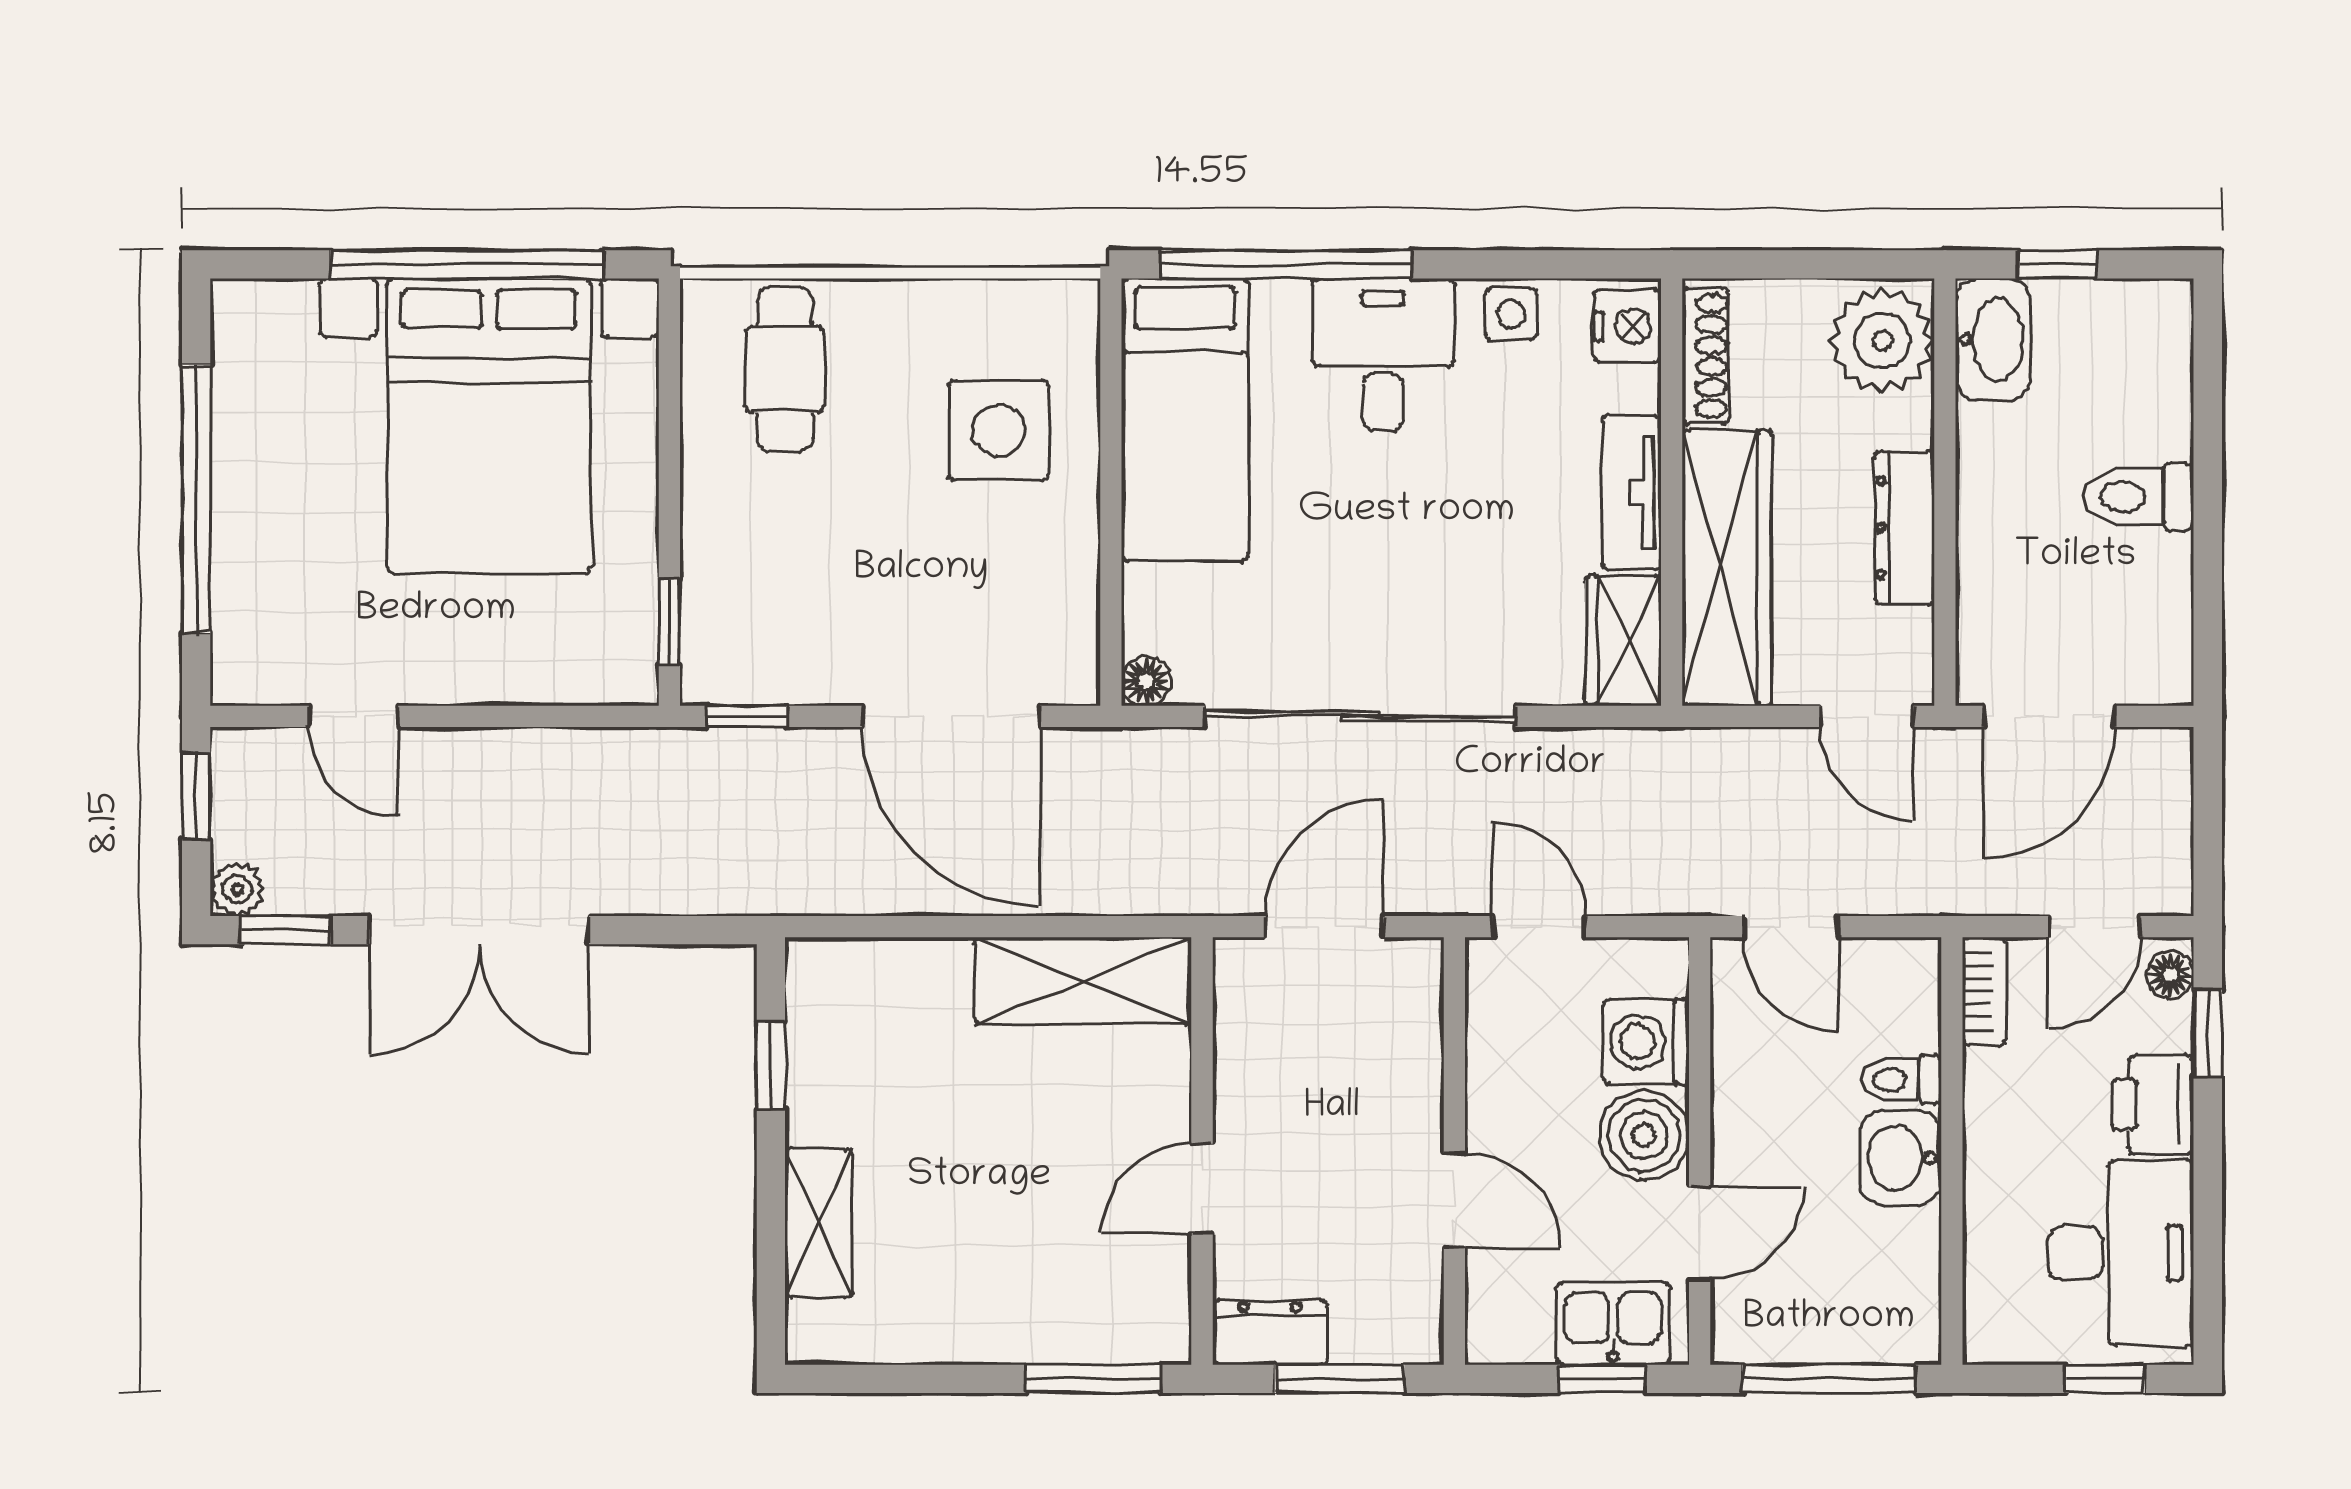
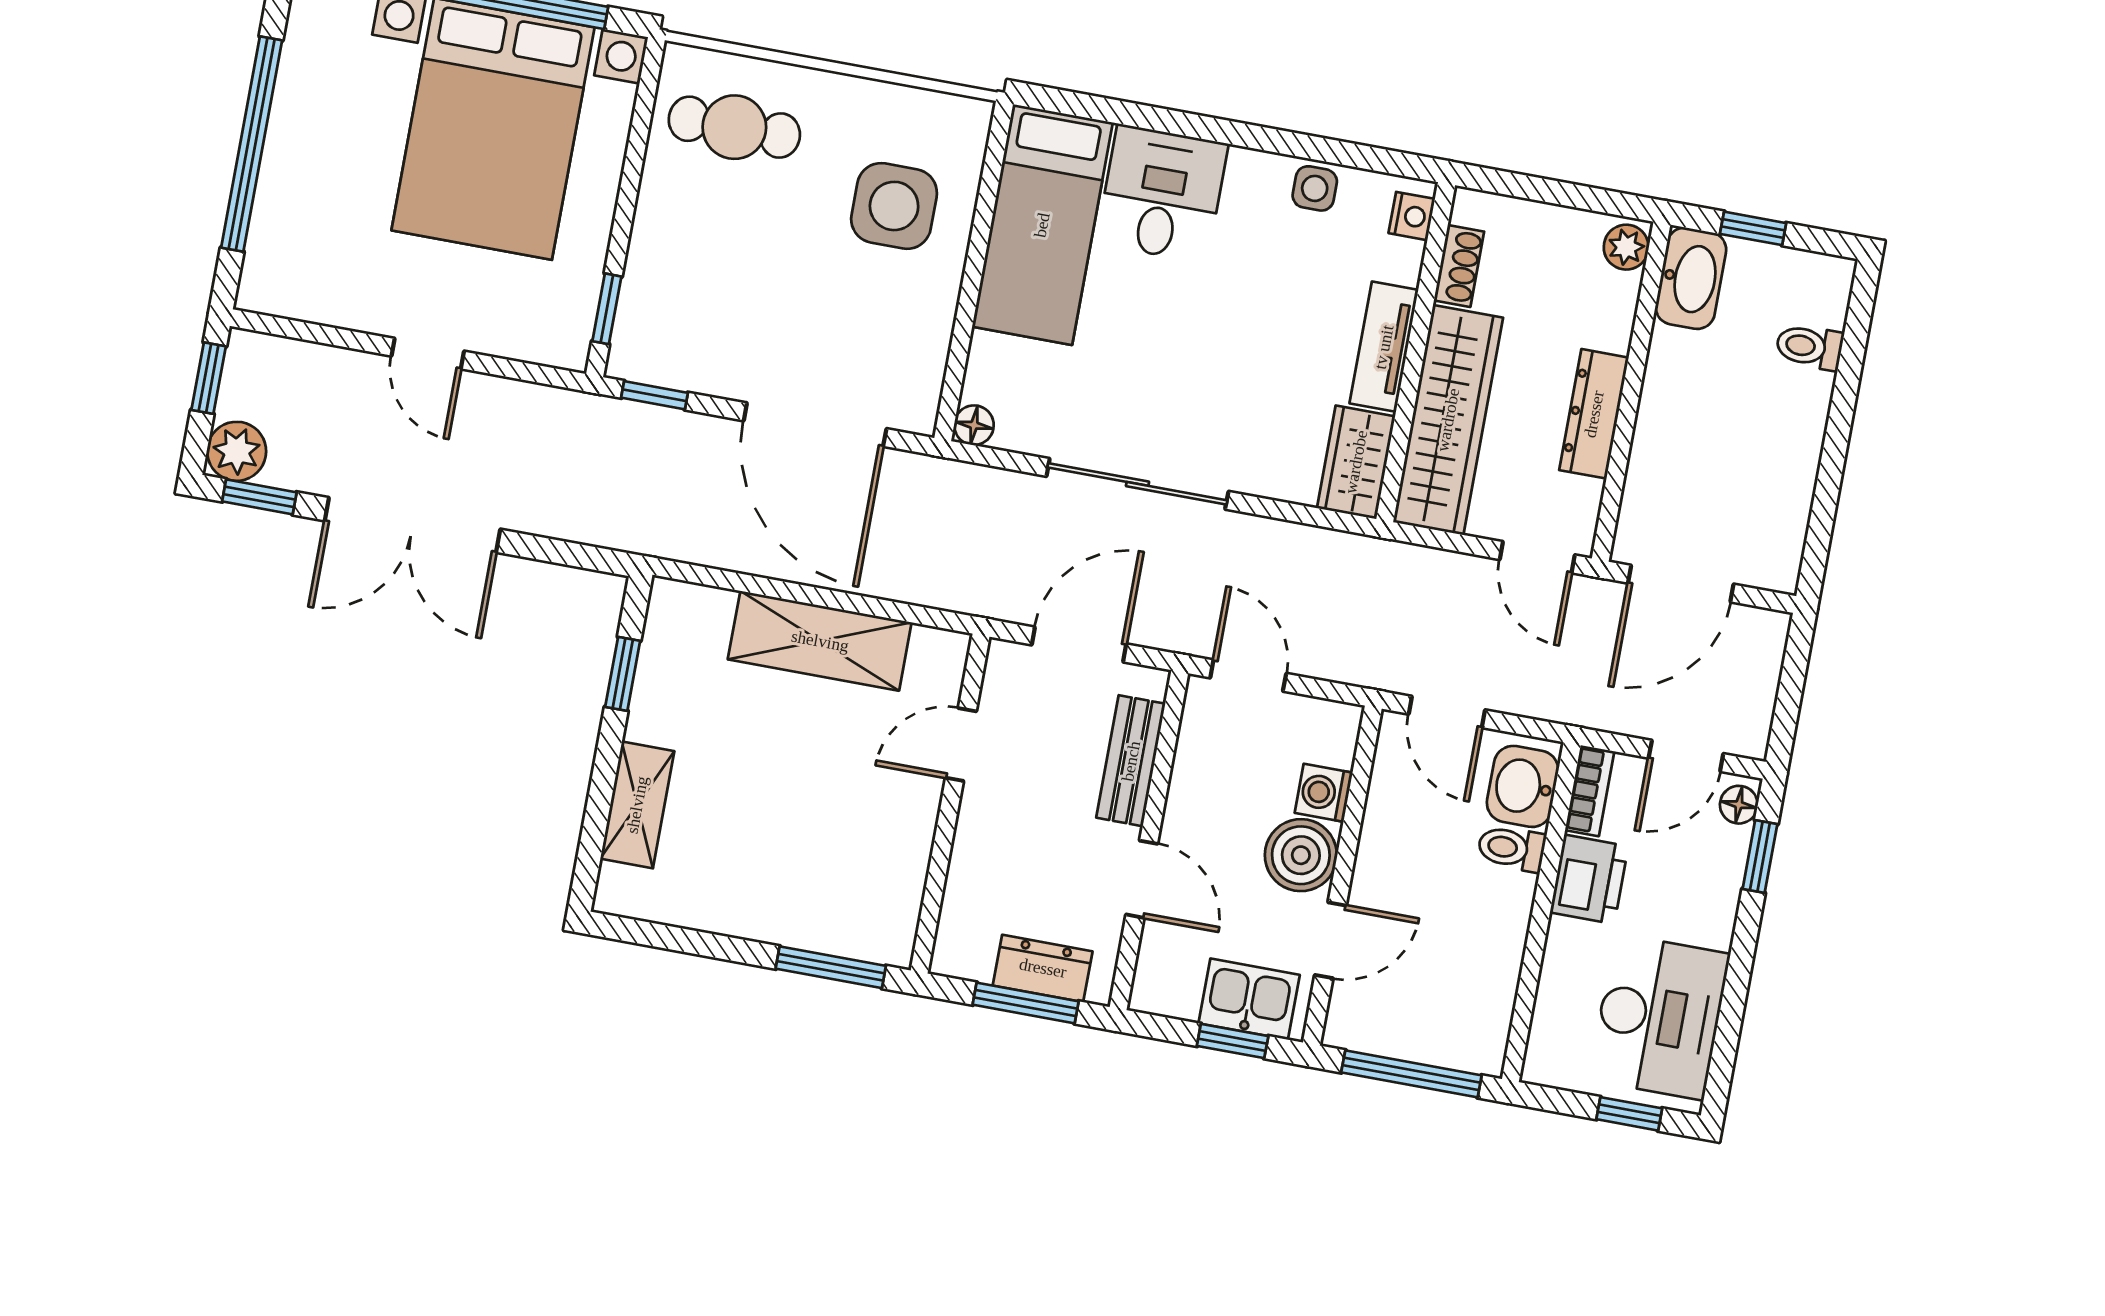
window: (1286, 264) -> (1144, 117), removed
nightstand: (1628, 326) -> (1412, 216), width x0.72, depth x0.74
plant: (1882, 340) -> (1626, 247), width x0.53, depth x0.53
desk: (1383, 355) -> (1162, 194), moved
shoe rack: (1705, 356) -> (1459, 266), width x0.70
cafe table: (785, 369) -> (734, 127), turned 90
toilet: (2138, 497) -> (1809, 347), moved, width x0.73, depth x0.72
door: (353, 716) -> (428, 354), moved
sliding door: (1360, 716) -> (1137, 484), width x0.73
plant: (237, 889) -> (237, 451), width x1.38, depth x1.38
shelving: (1083, 981) -> (820, 641), moved
washing machine: (1646, 1042) -> (1324, 793), width x0.73, depth x0.73
bench: (1414, 1058) -> (1131, 761), added
printer: (2153, 1105) -> (1589, 879), moved, turned 180
washbasin: (1901, 1158) -> (1523, 786), moved
door: (1202, 1188) -> (961, 744), moved
dresser: (1270, 1332) -> (1043, 968), moved

